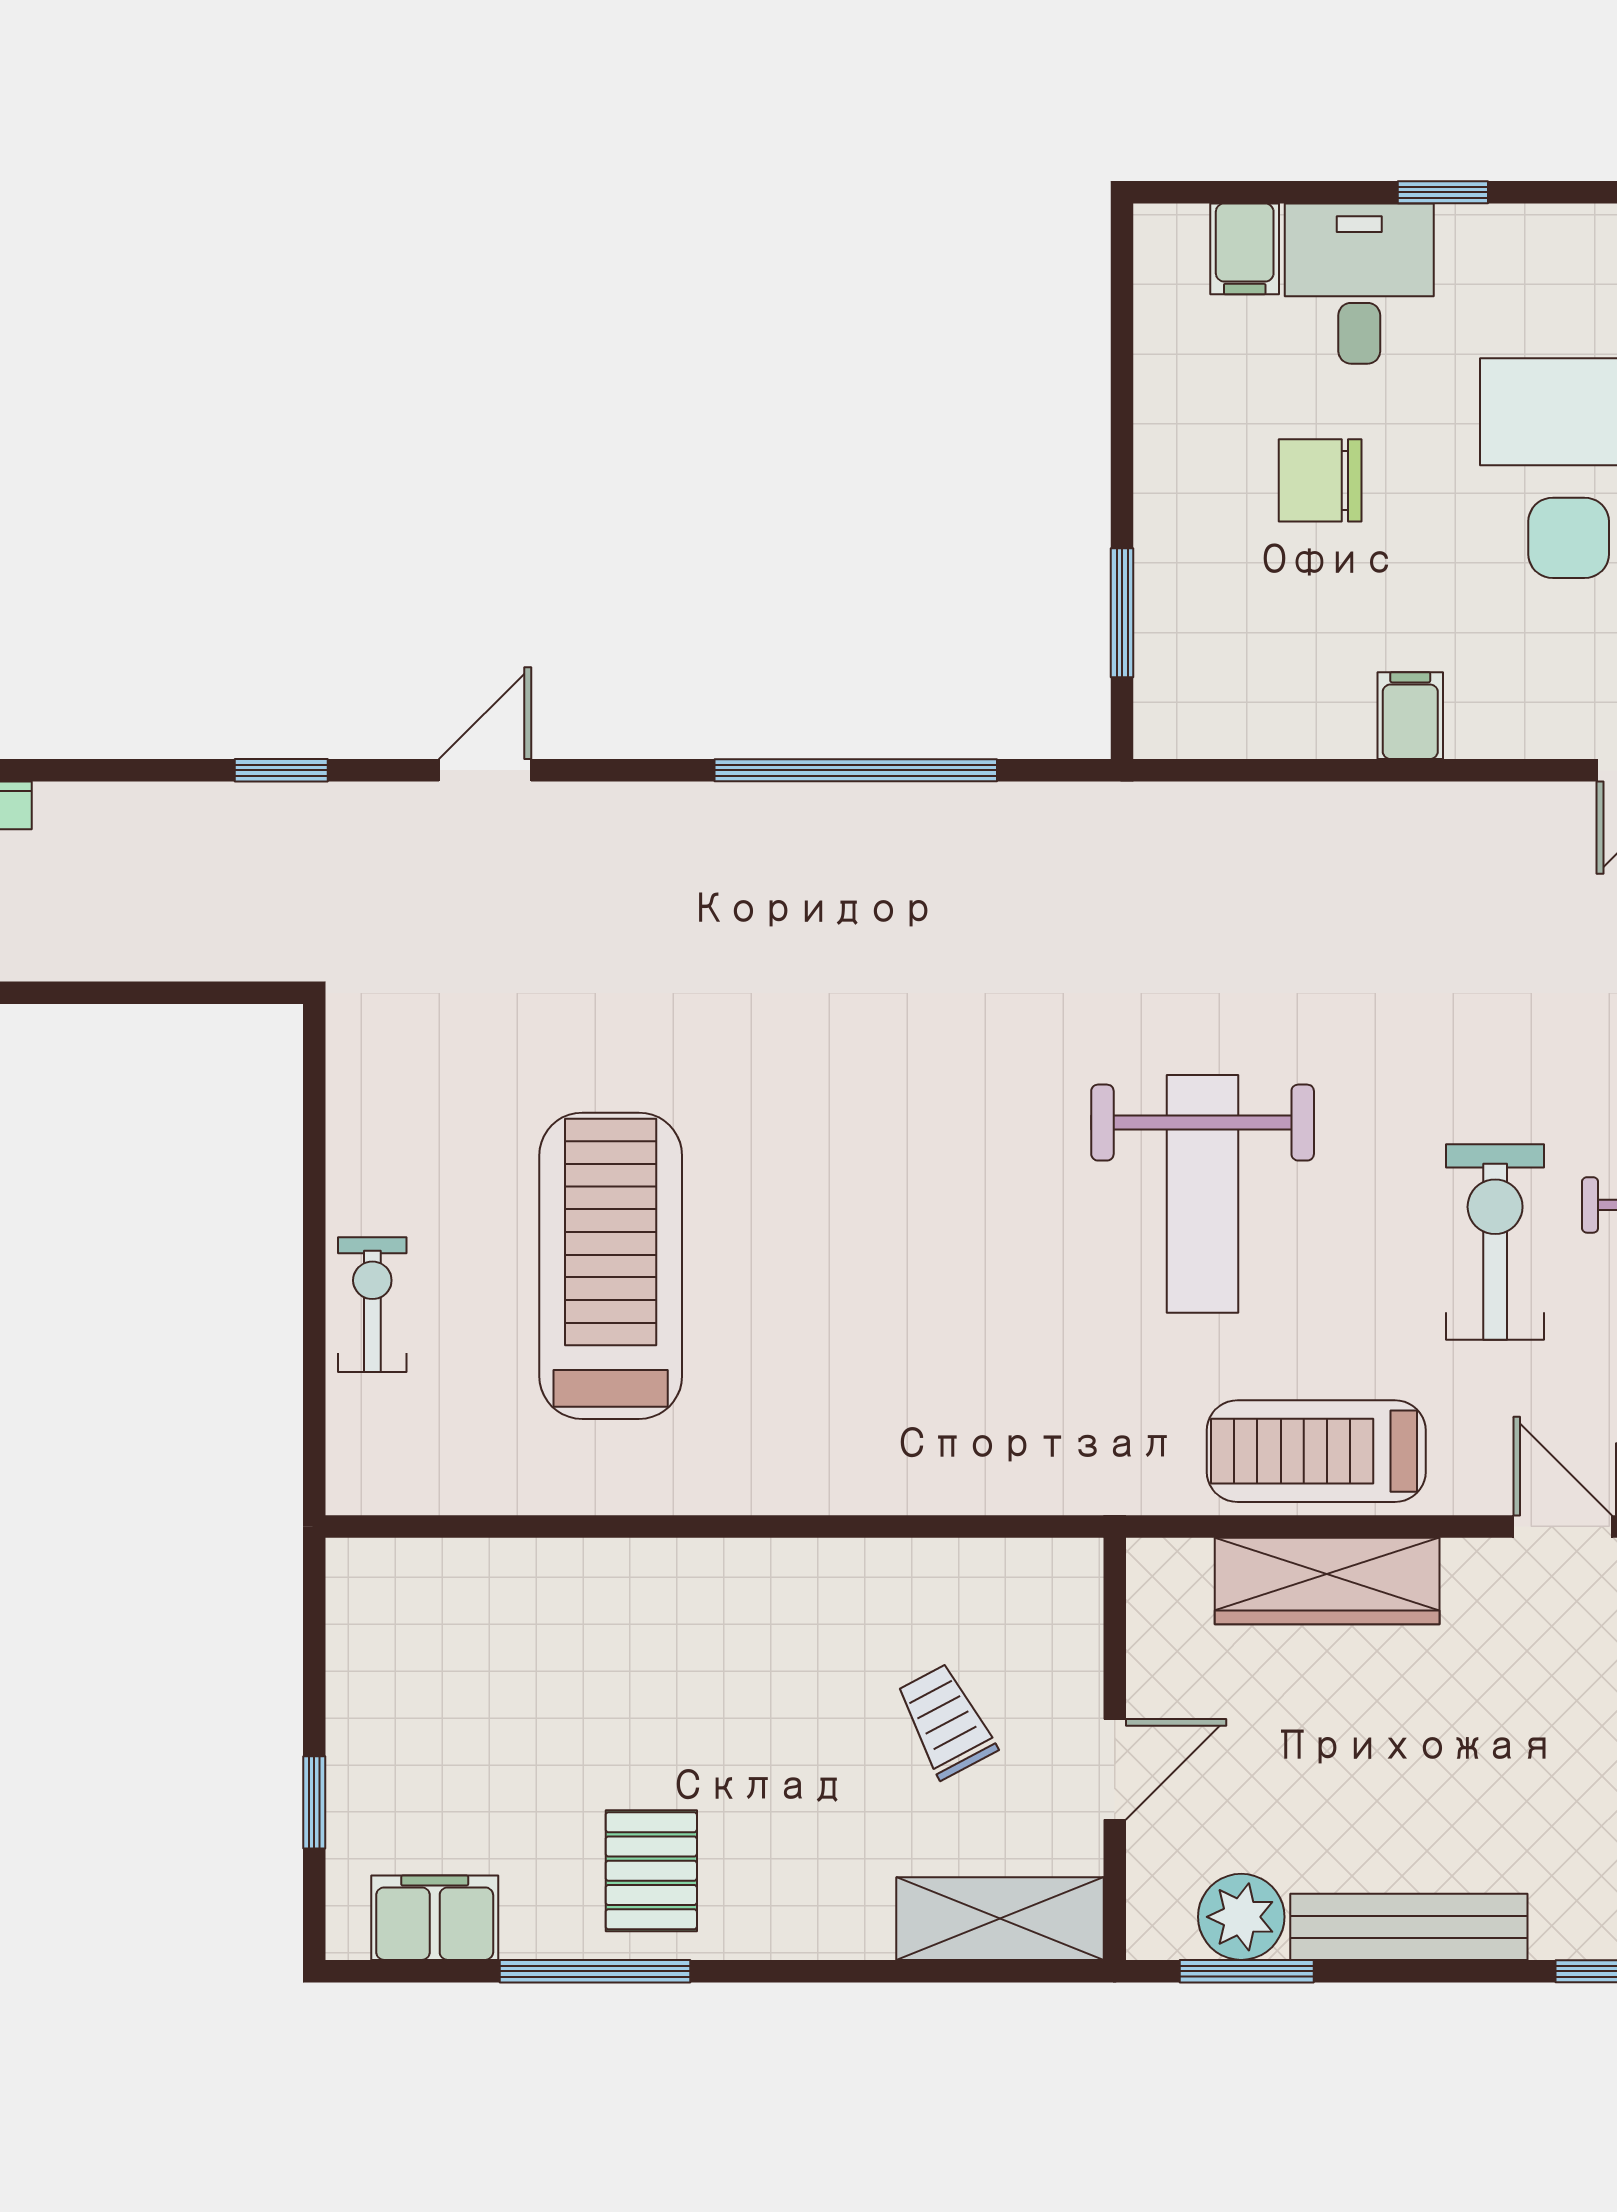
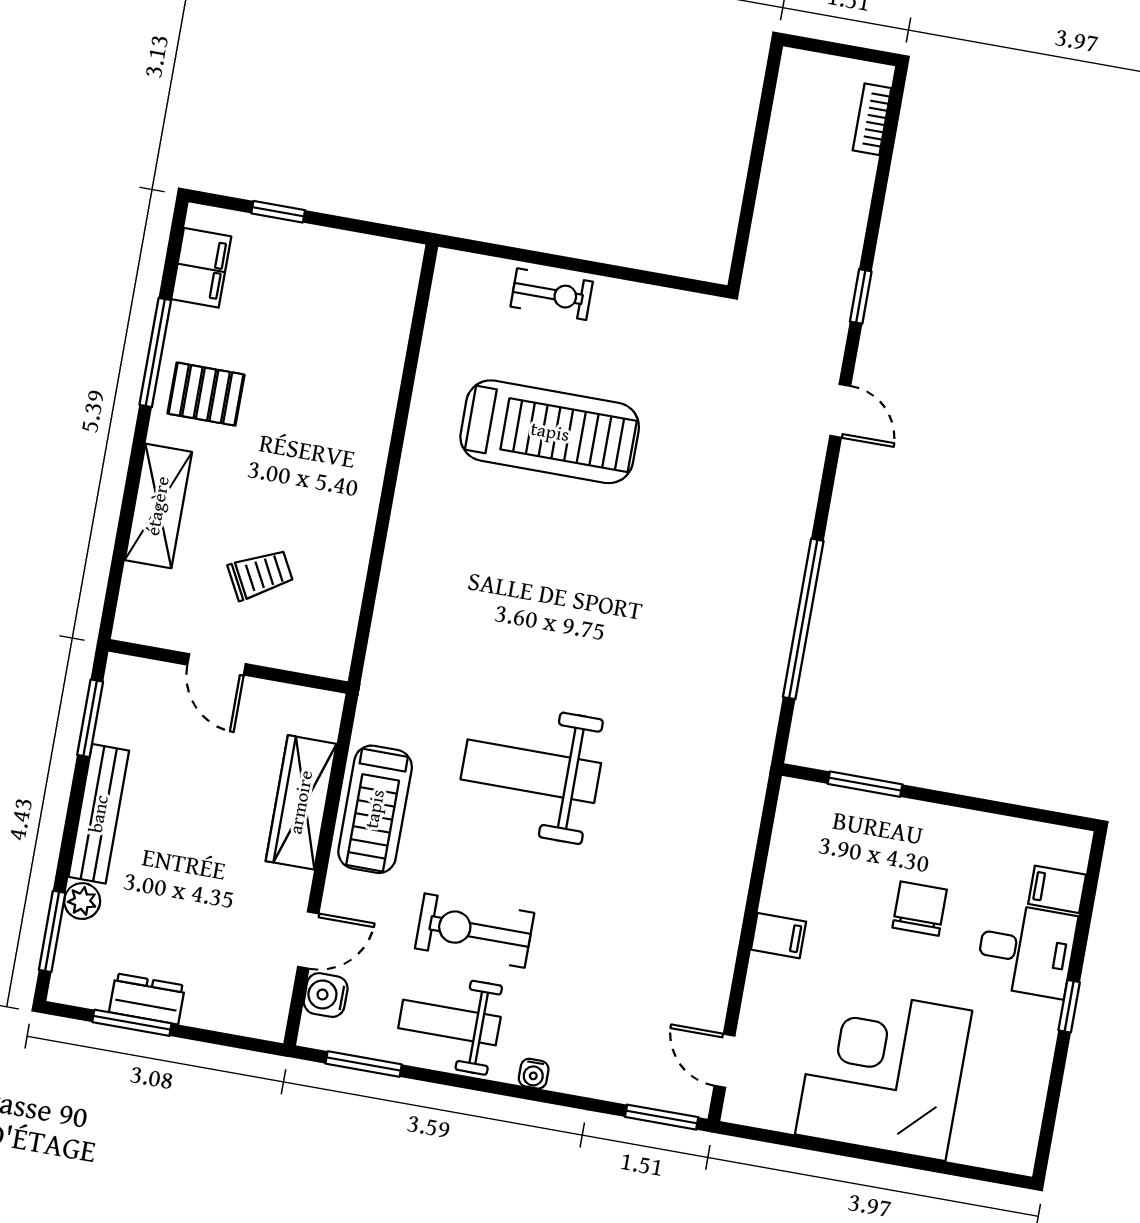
exercise bike: (1495, 1242) -> (475, 931), turned 180
treadmill: (1316, 1451) -> (375, 809), turned 180
plant: (1241, 1917) -> (82, 901), moved, width x0.73, depth x0.73
shelving: (1000, 1919) -> (158, 506), moved

